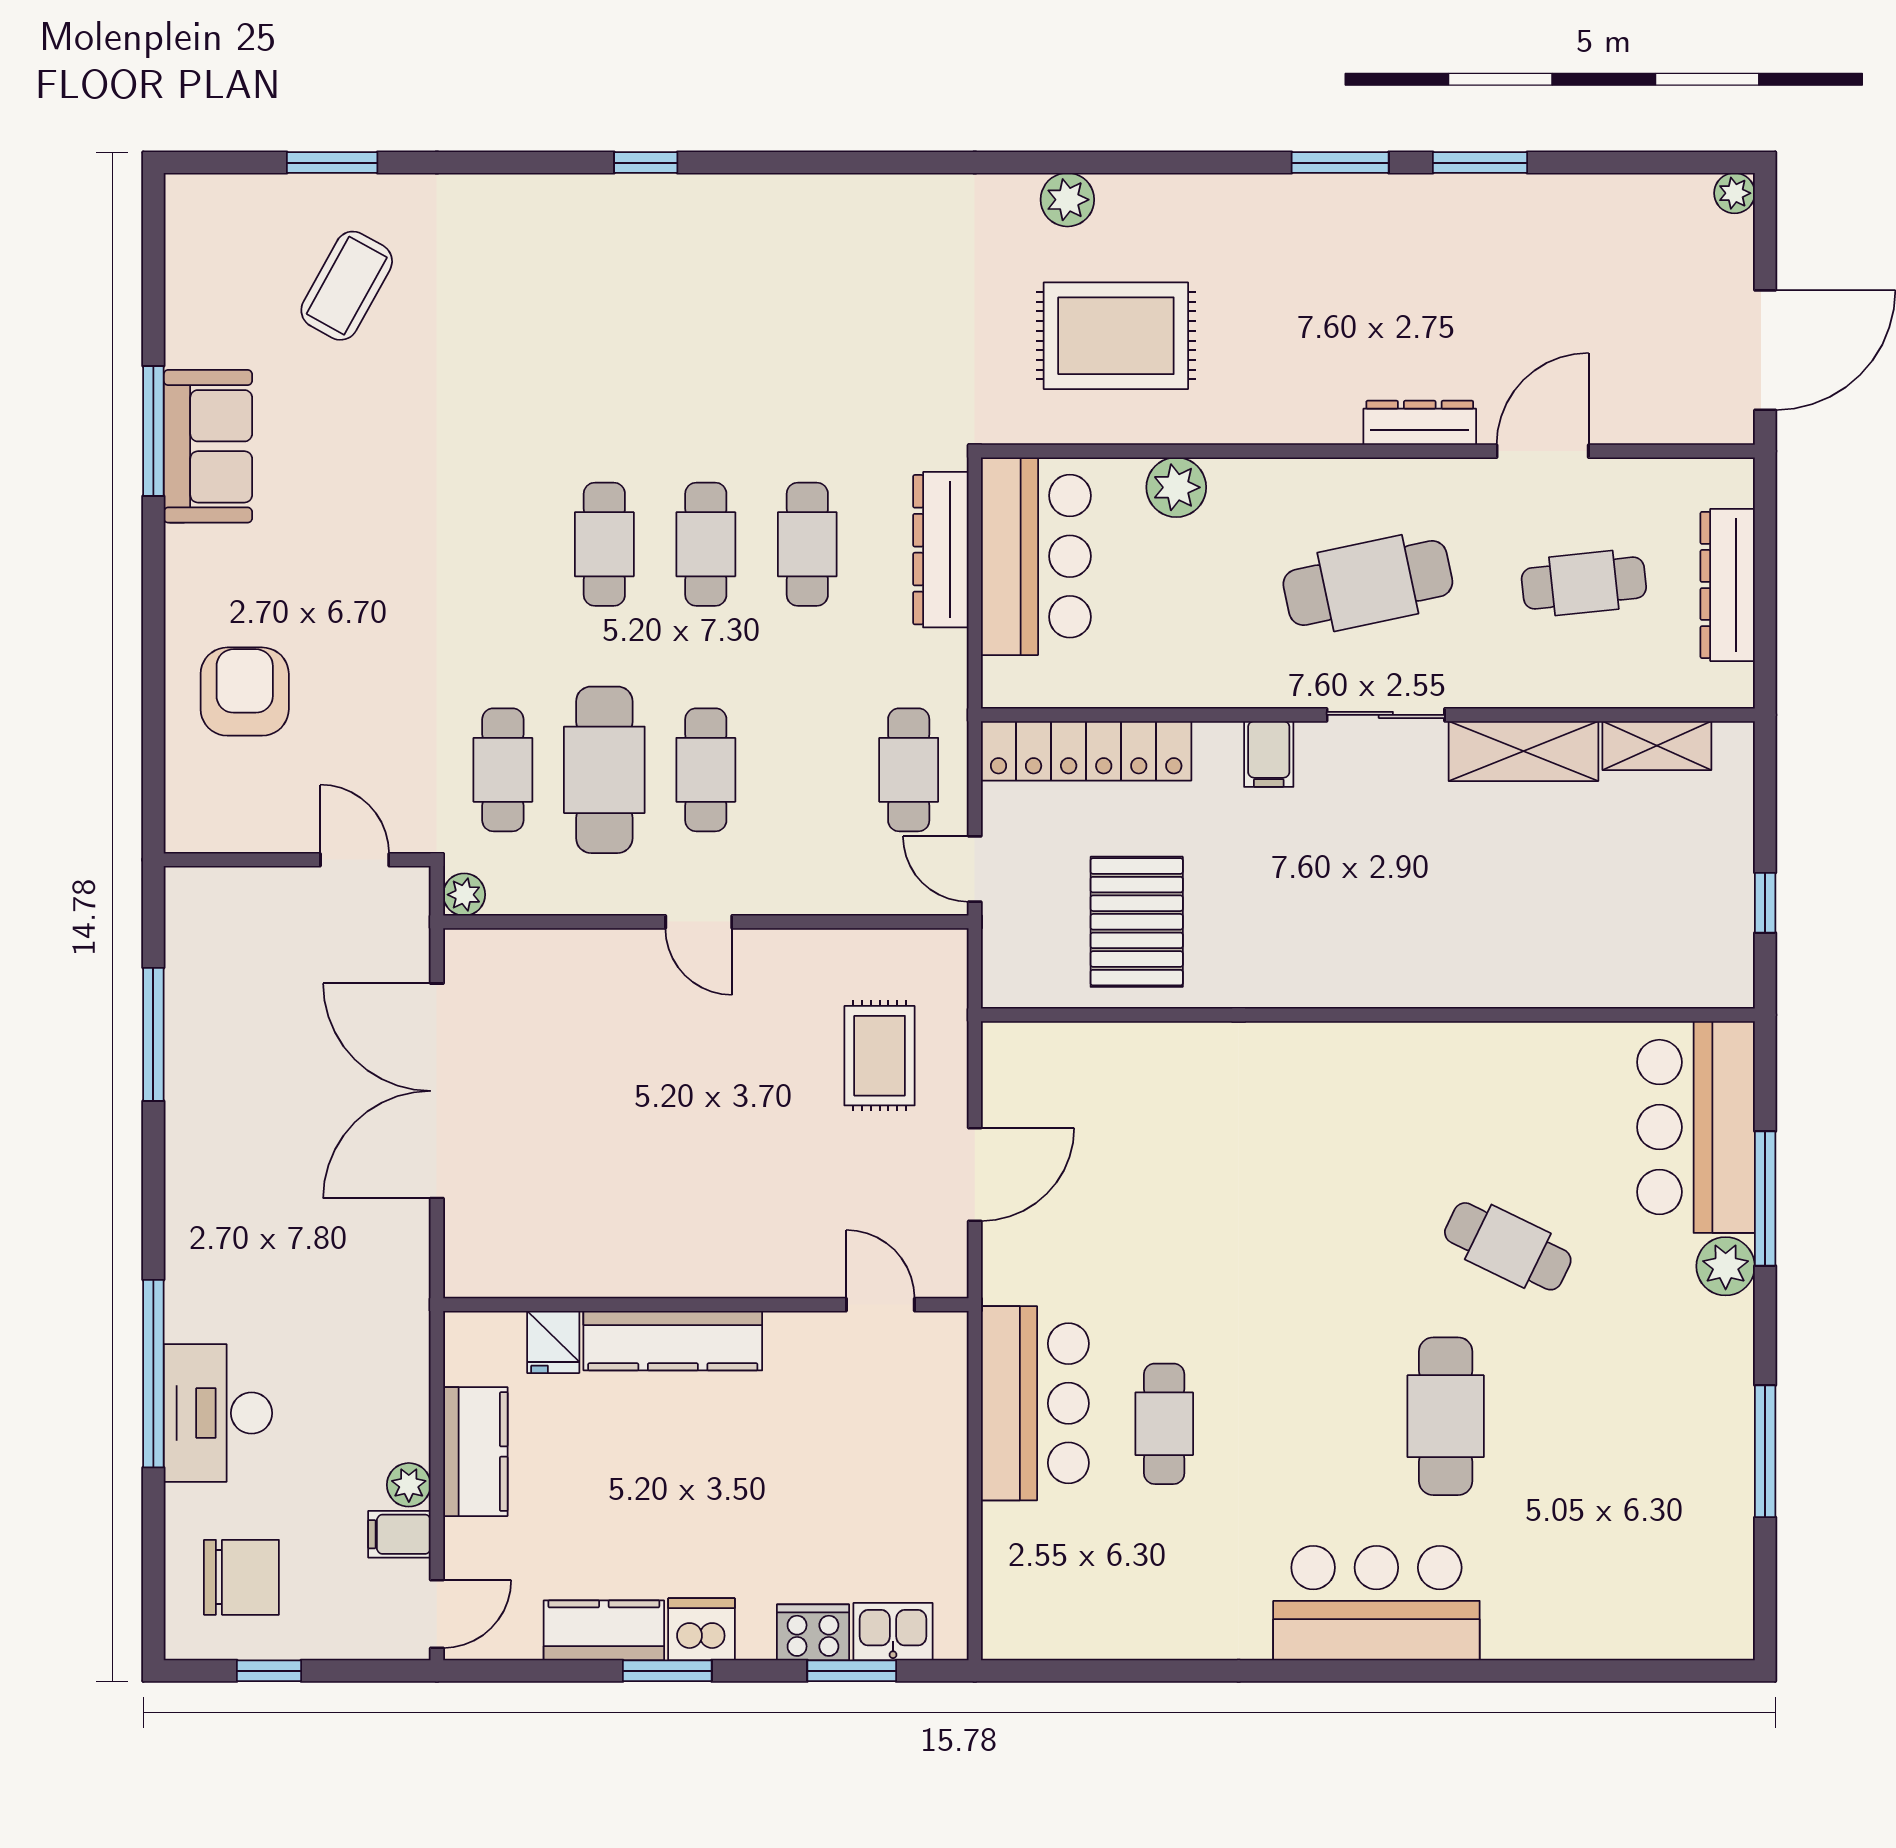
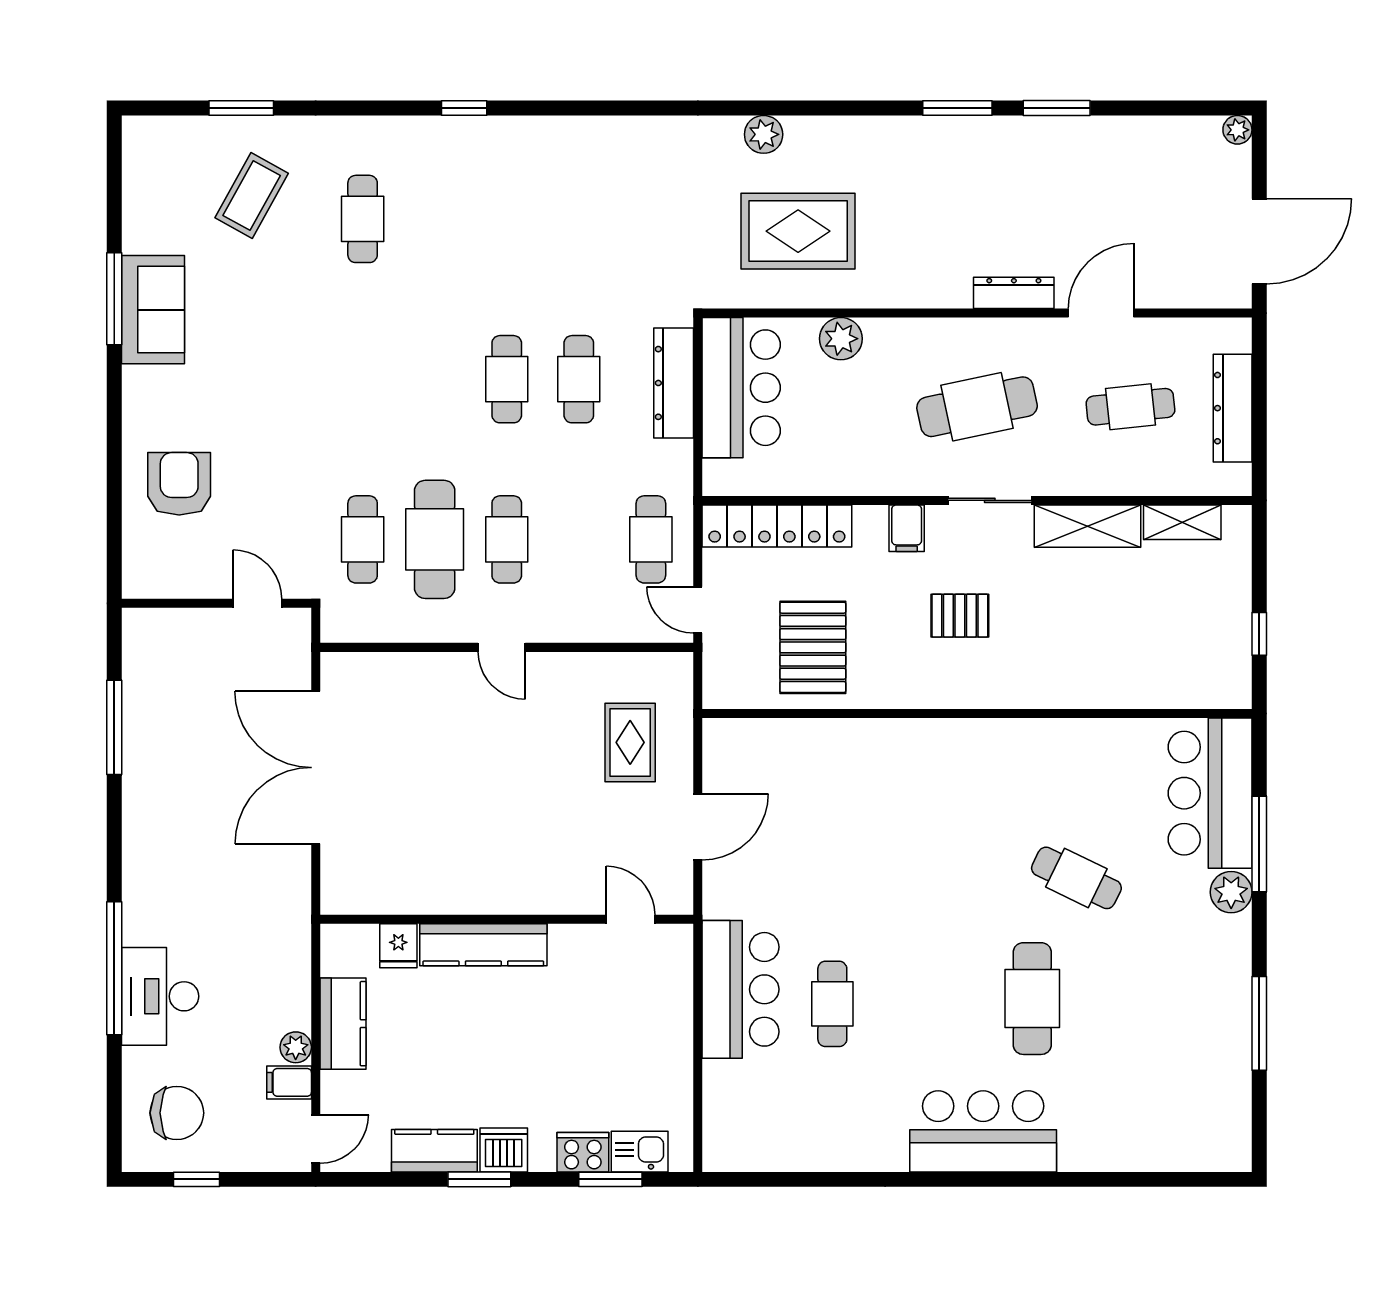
cafe table: (604, 544) -> (363, 219), moved
pallet: (1344, 877) -> (960, 616), added
plant: (464, 895) -> (335, 628), removed

